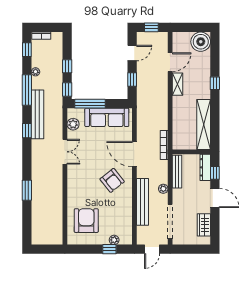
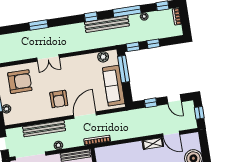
double door: (65, 152) -> (48, 58), moved
armchair: (112, 180) -> (59, 99), turned -51

